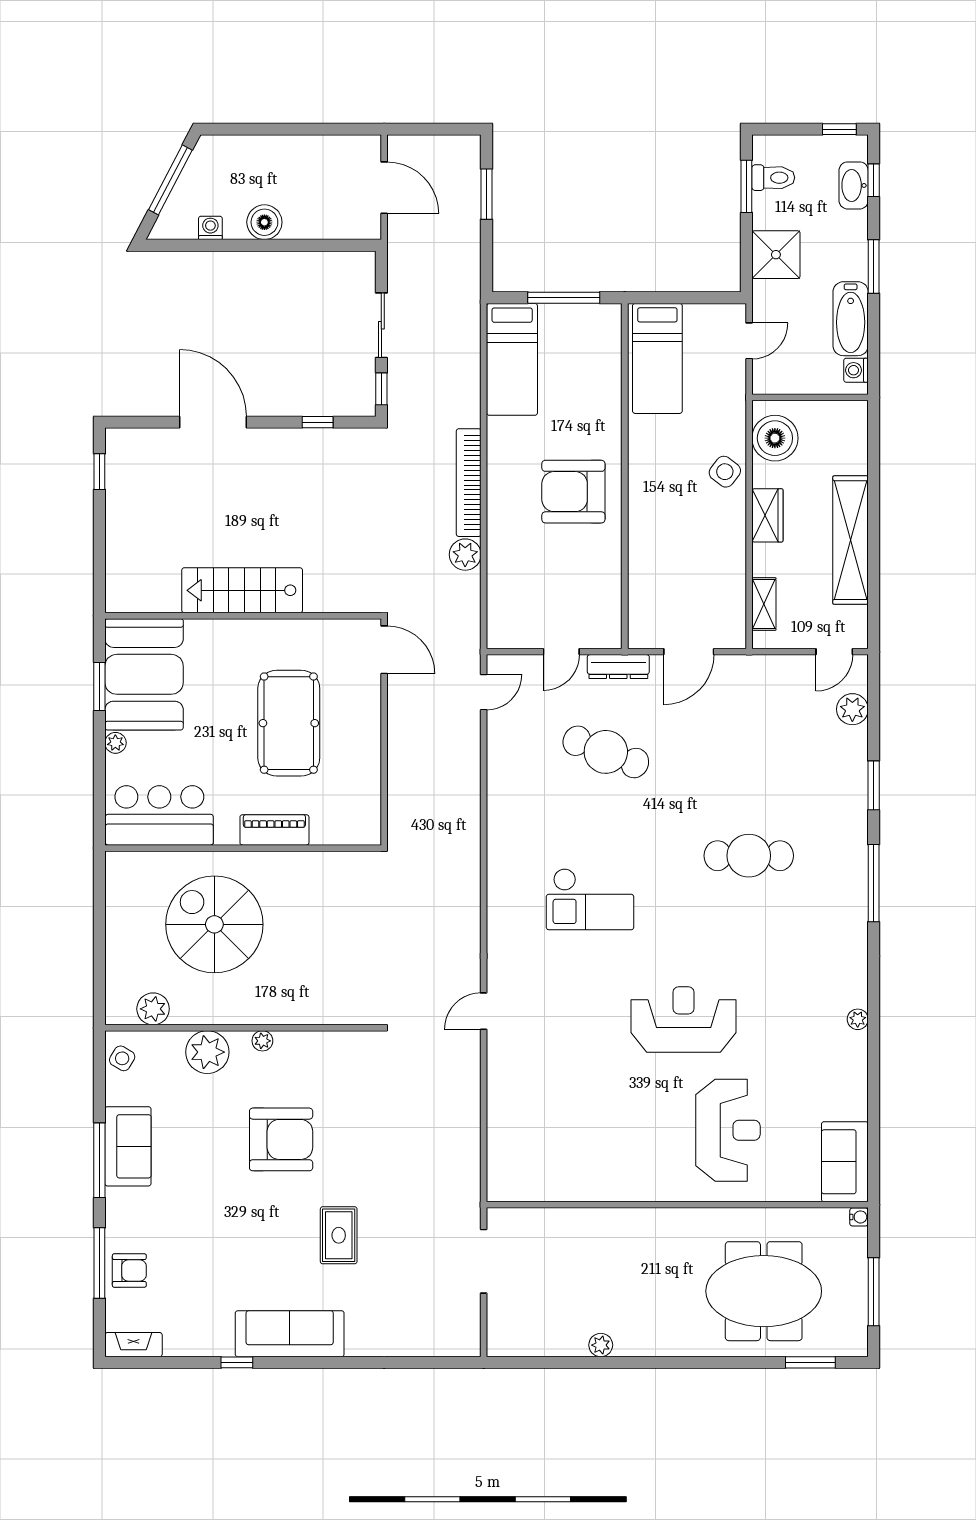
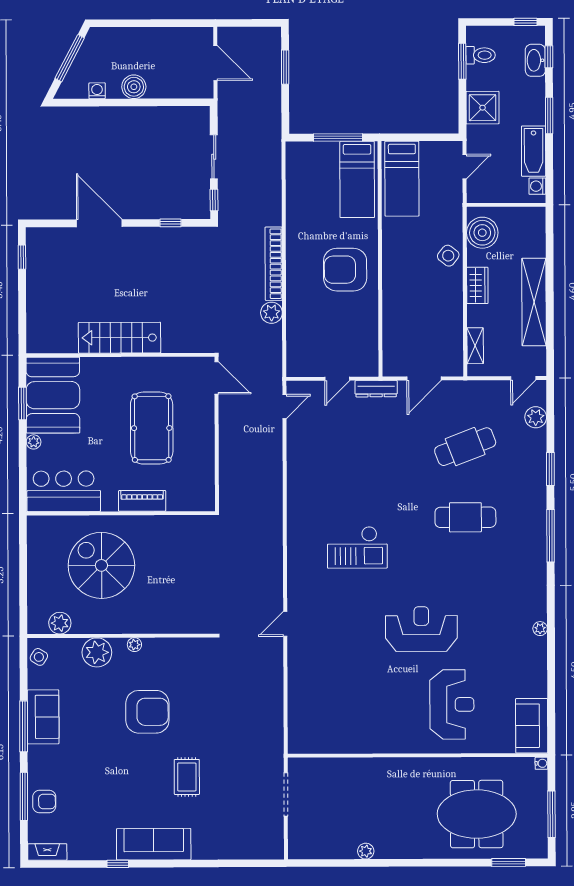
bed: (512, 359) -> (357, 179), moved
cafe table: (606, 752) -> (465, 447), moved, turned -42

